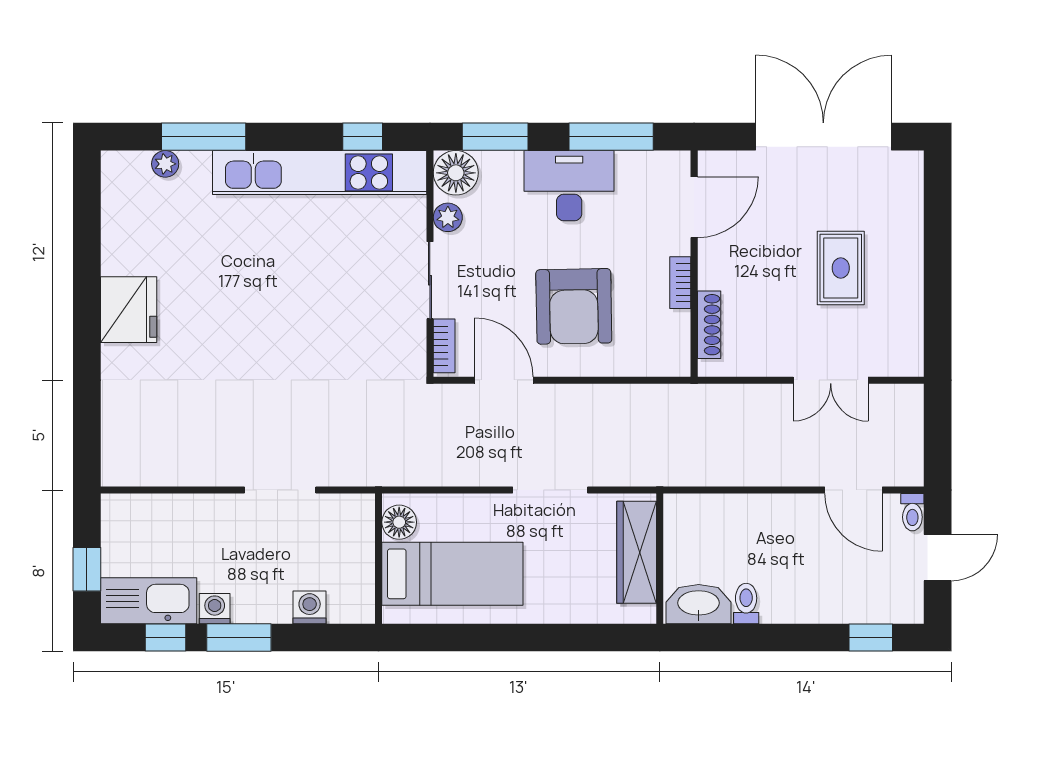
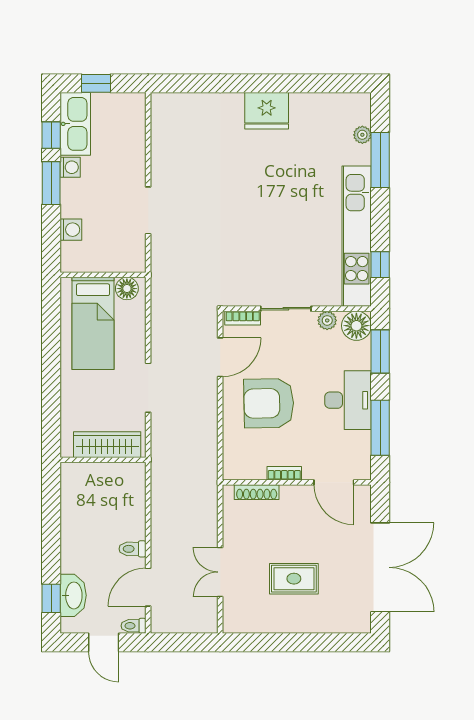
toilet: (746, 603) -> (132, 549), moved, turned 180
washbasin: (699, 604) -> (73, 595), moved

